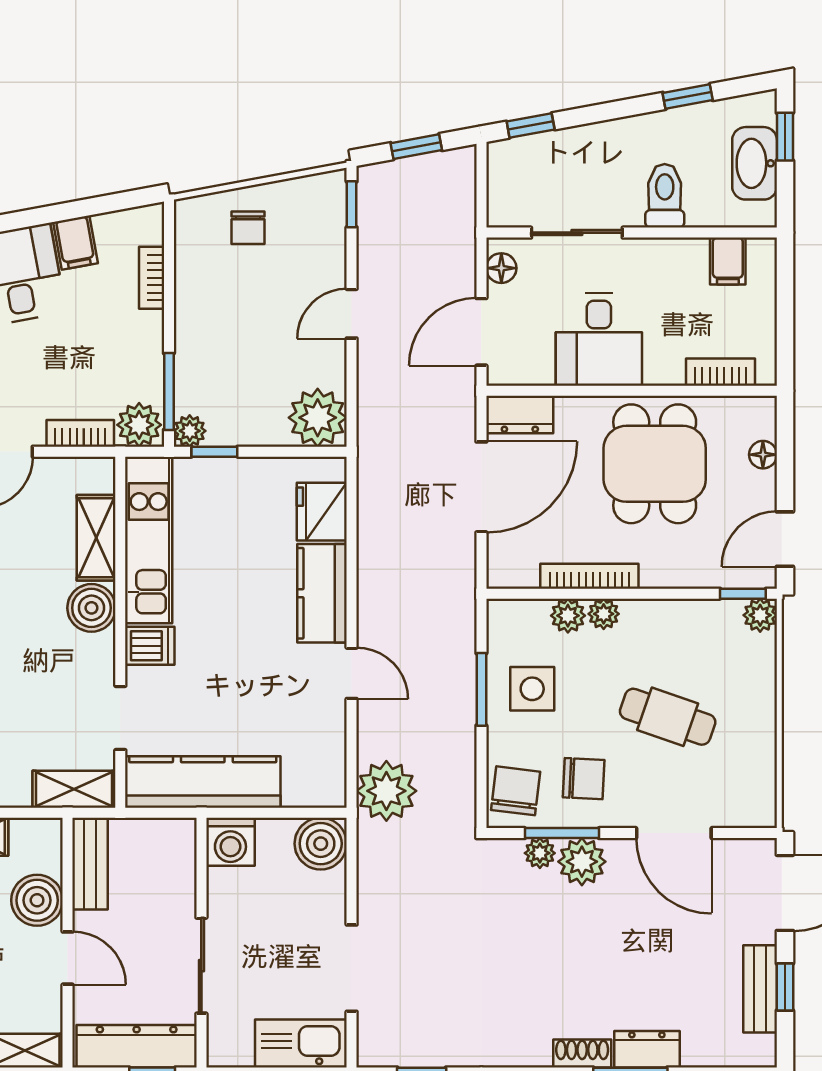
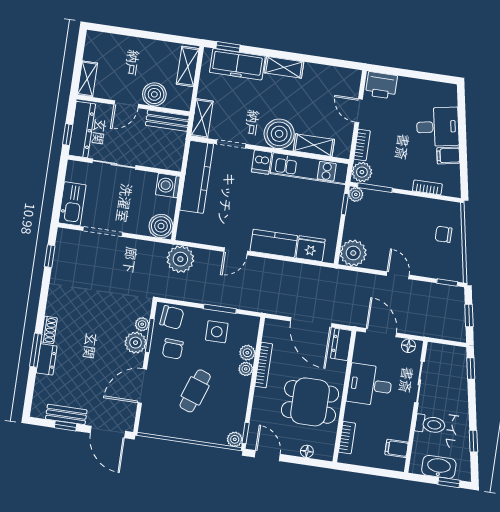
boiler: (91, 608) -> (279, 134), width x1.37, depth x1.37

